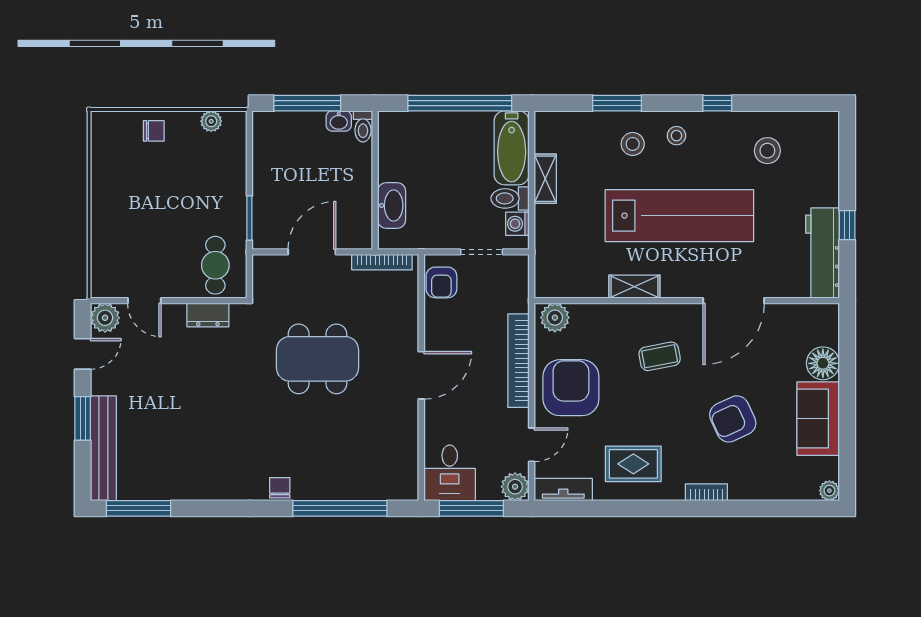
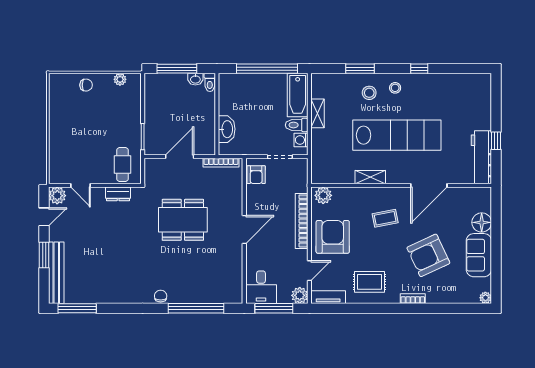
stool: (767, 151) -> (449, 97), removed
armchair: (733, 419) -> (428, 255), width x1.36, depth x1.36

